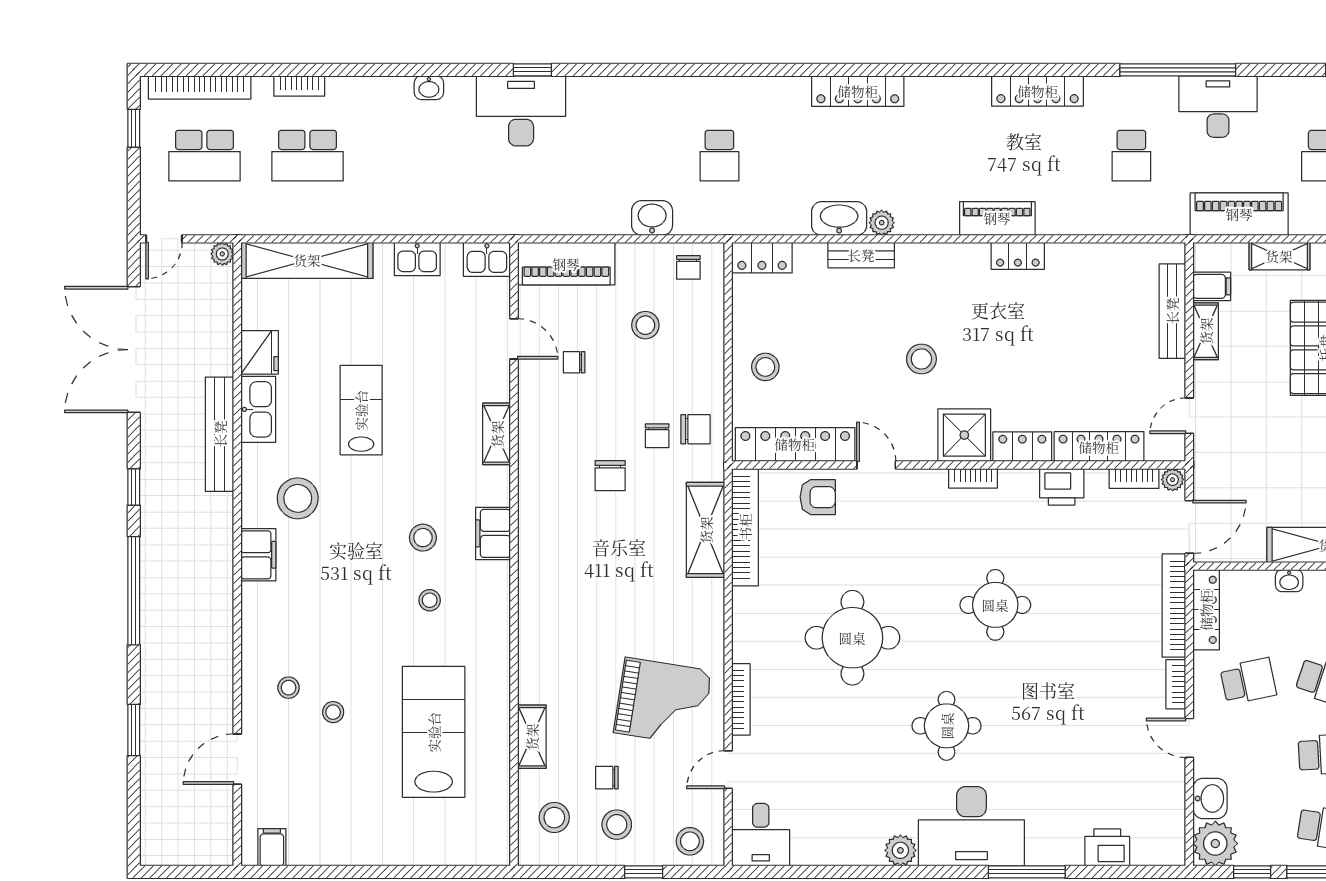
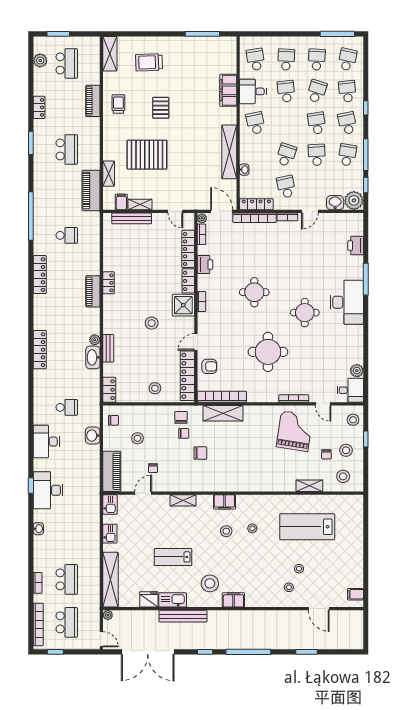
desk: (1218, 107) -> (46, 442), moved
armchair: (818, 497) -> (209, 366), turned 90
plant: (900, 850) -> (357, 371), moved

